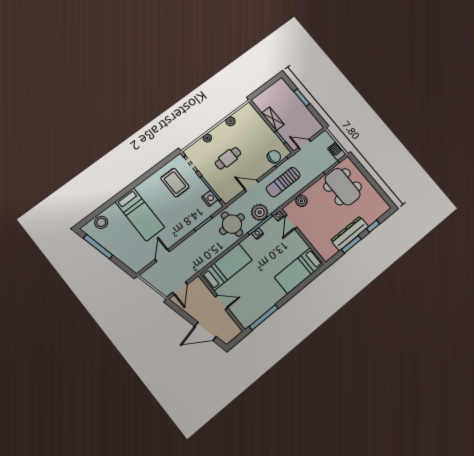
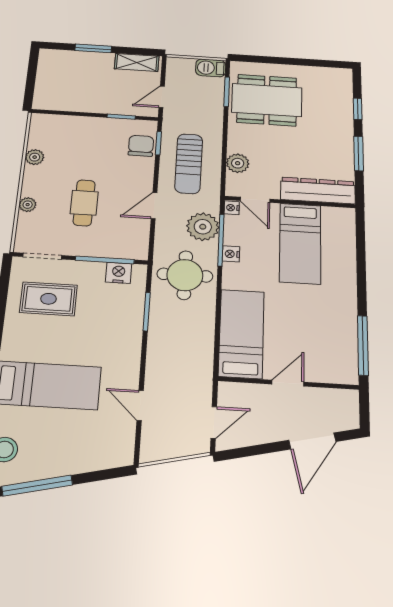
shelving: (273, 119) -> (137, 62), moved
dresser: (350, 233) -> (318, 191), moved, turned 90
bed: (299, 271) -> (300, 243), moved
door: (180, 288) -> (214, 422), hinge flipped

